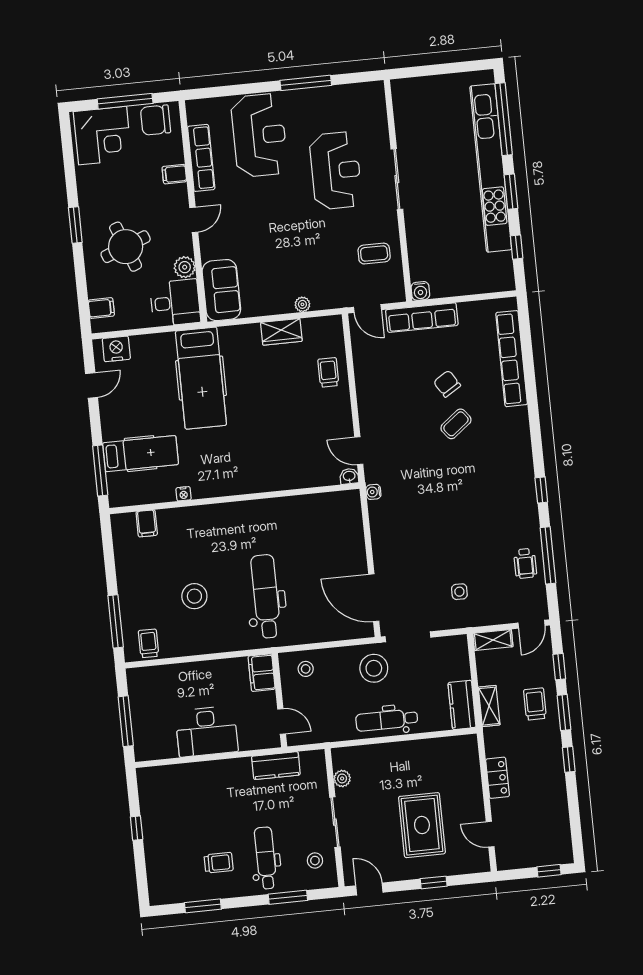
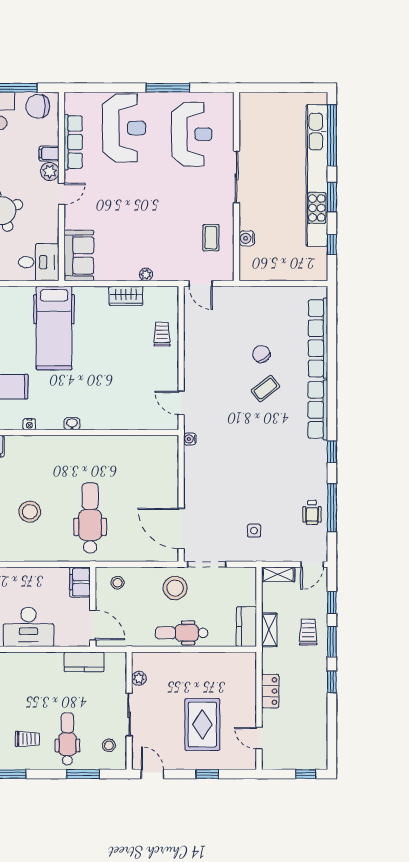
reception desk: (336, 171) -> (192, 134), moved
coffee table: (374, 254) -> (211, 238), turned 90
plant: (185, 267) -> (50, 171), moved
water cooler: (420, 291) -> (247, 238), moved, turned 90
row of seats: (422, 318) -> (318, 410), moved, turned 90
washbasin: (349, 476) -> (72, 424), moved
door: (282, 721) -> (93, 625), width x1.38

